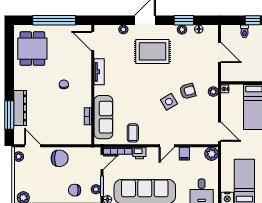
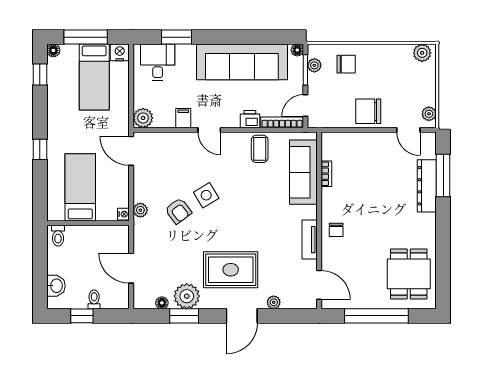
plant: (182, 30) -> (187, 296), width x1.88, depth x1.88
chair: (64, 84) -> (336, 230), moved
armchair: (188, 91) -> (178, 211), turned -111
door: (167, 146) -> (209, 130), swing flipped

